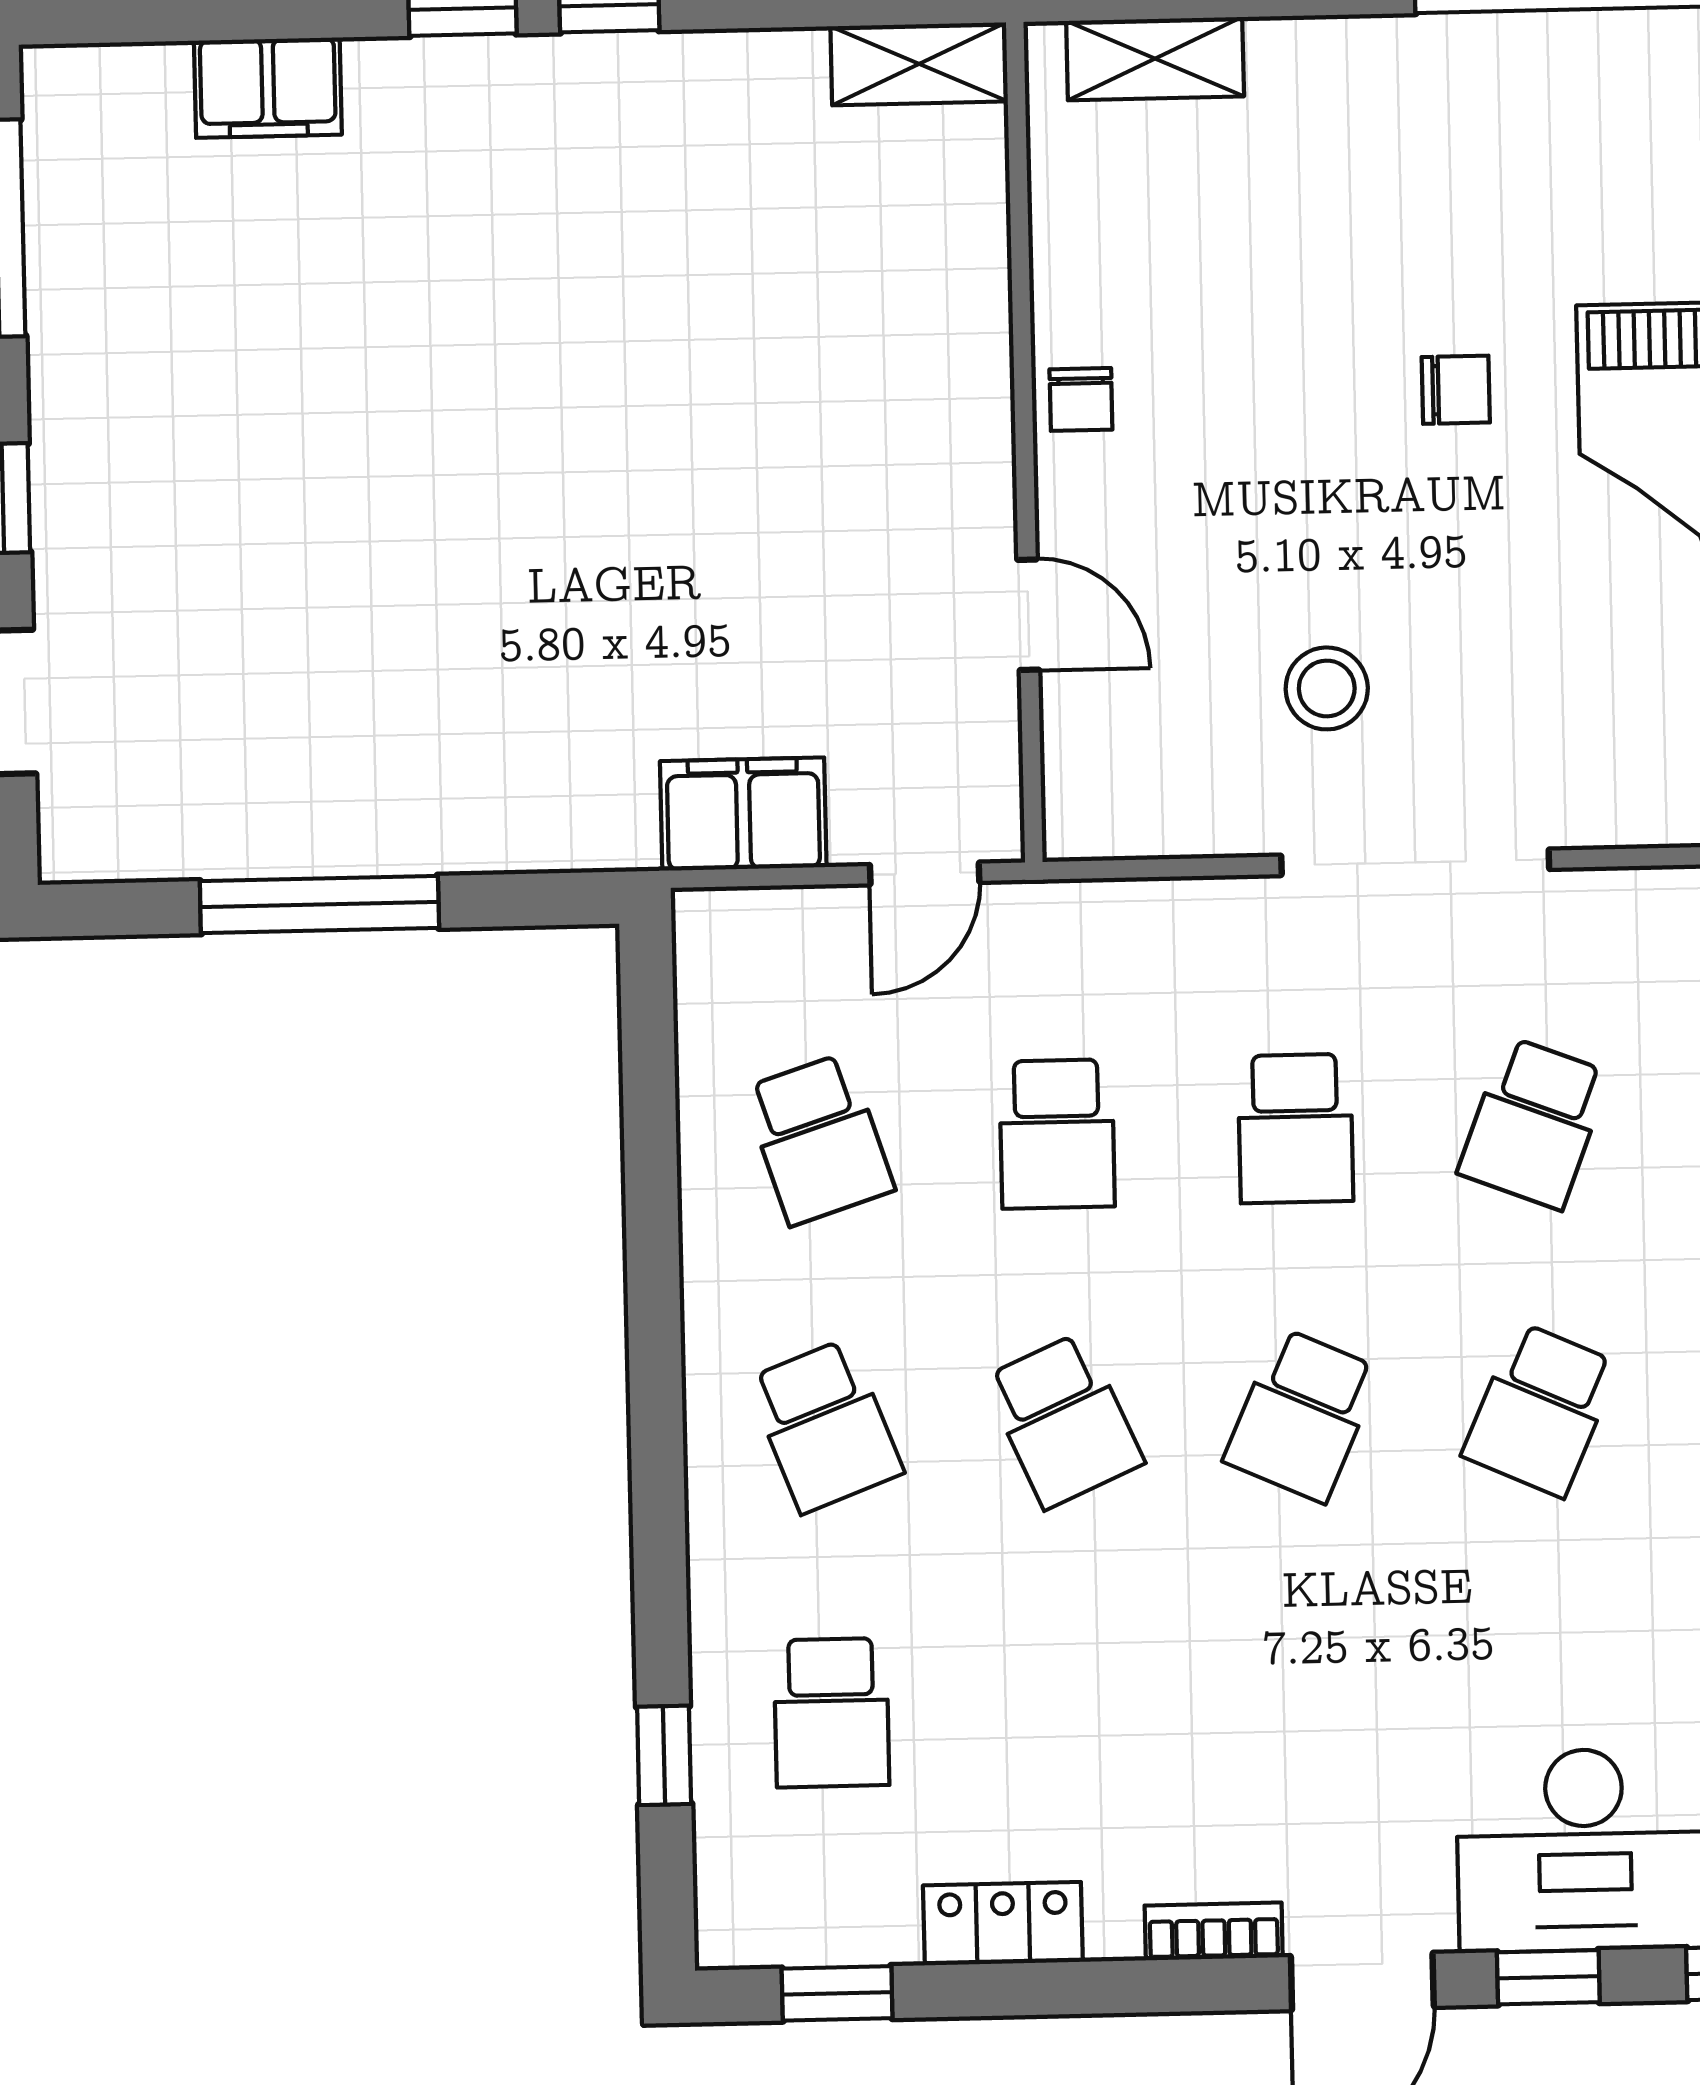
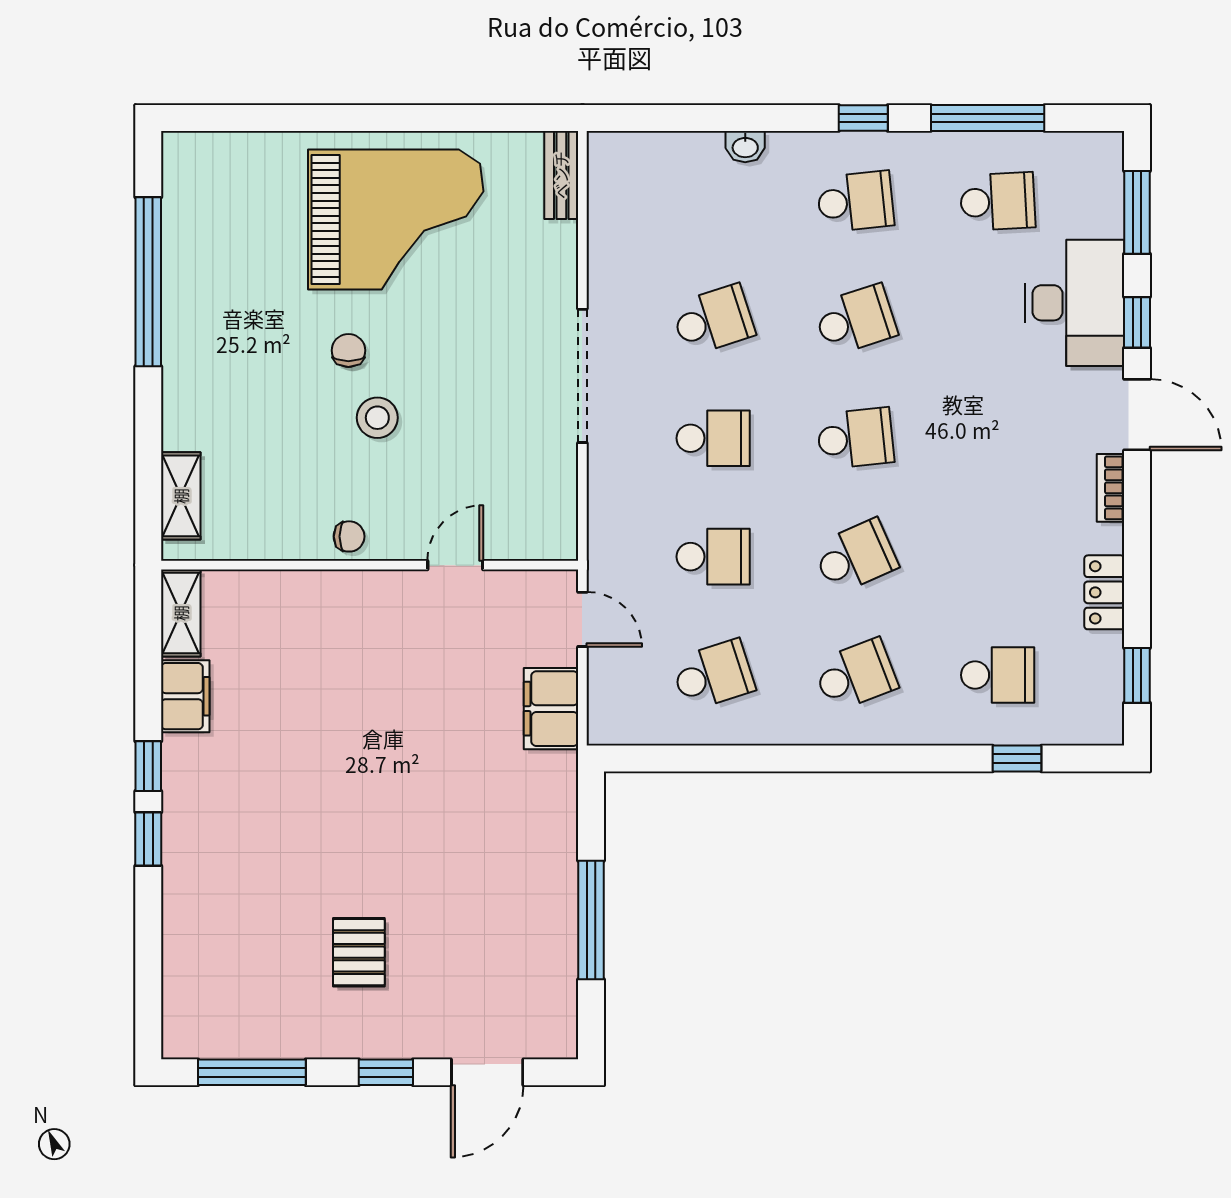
filing cabinet: (268, 88) -> (185, 696), moved
pallet: (244, 438) -> (359, 952), added
stool: (1327, 688) -> (377, 418), moved
school desk: (1534, 1123) -> (713, 320), turned -39
school desk: (1541, 1410) -> (855, 320), turned -42
school desk: (1302, 1415) -> (855, 438), turned -30

